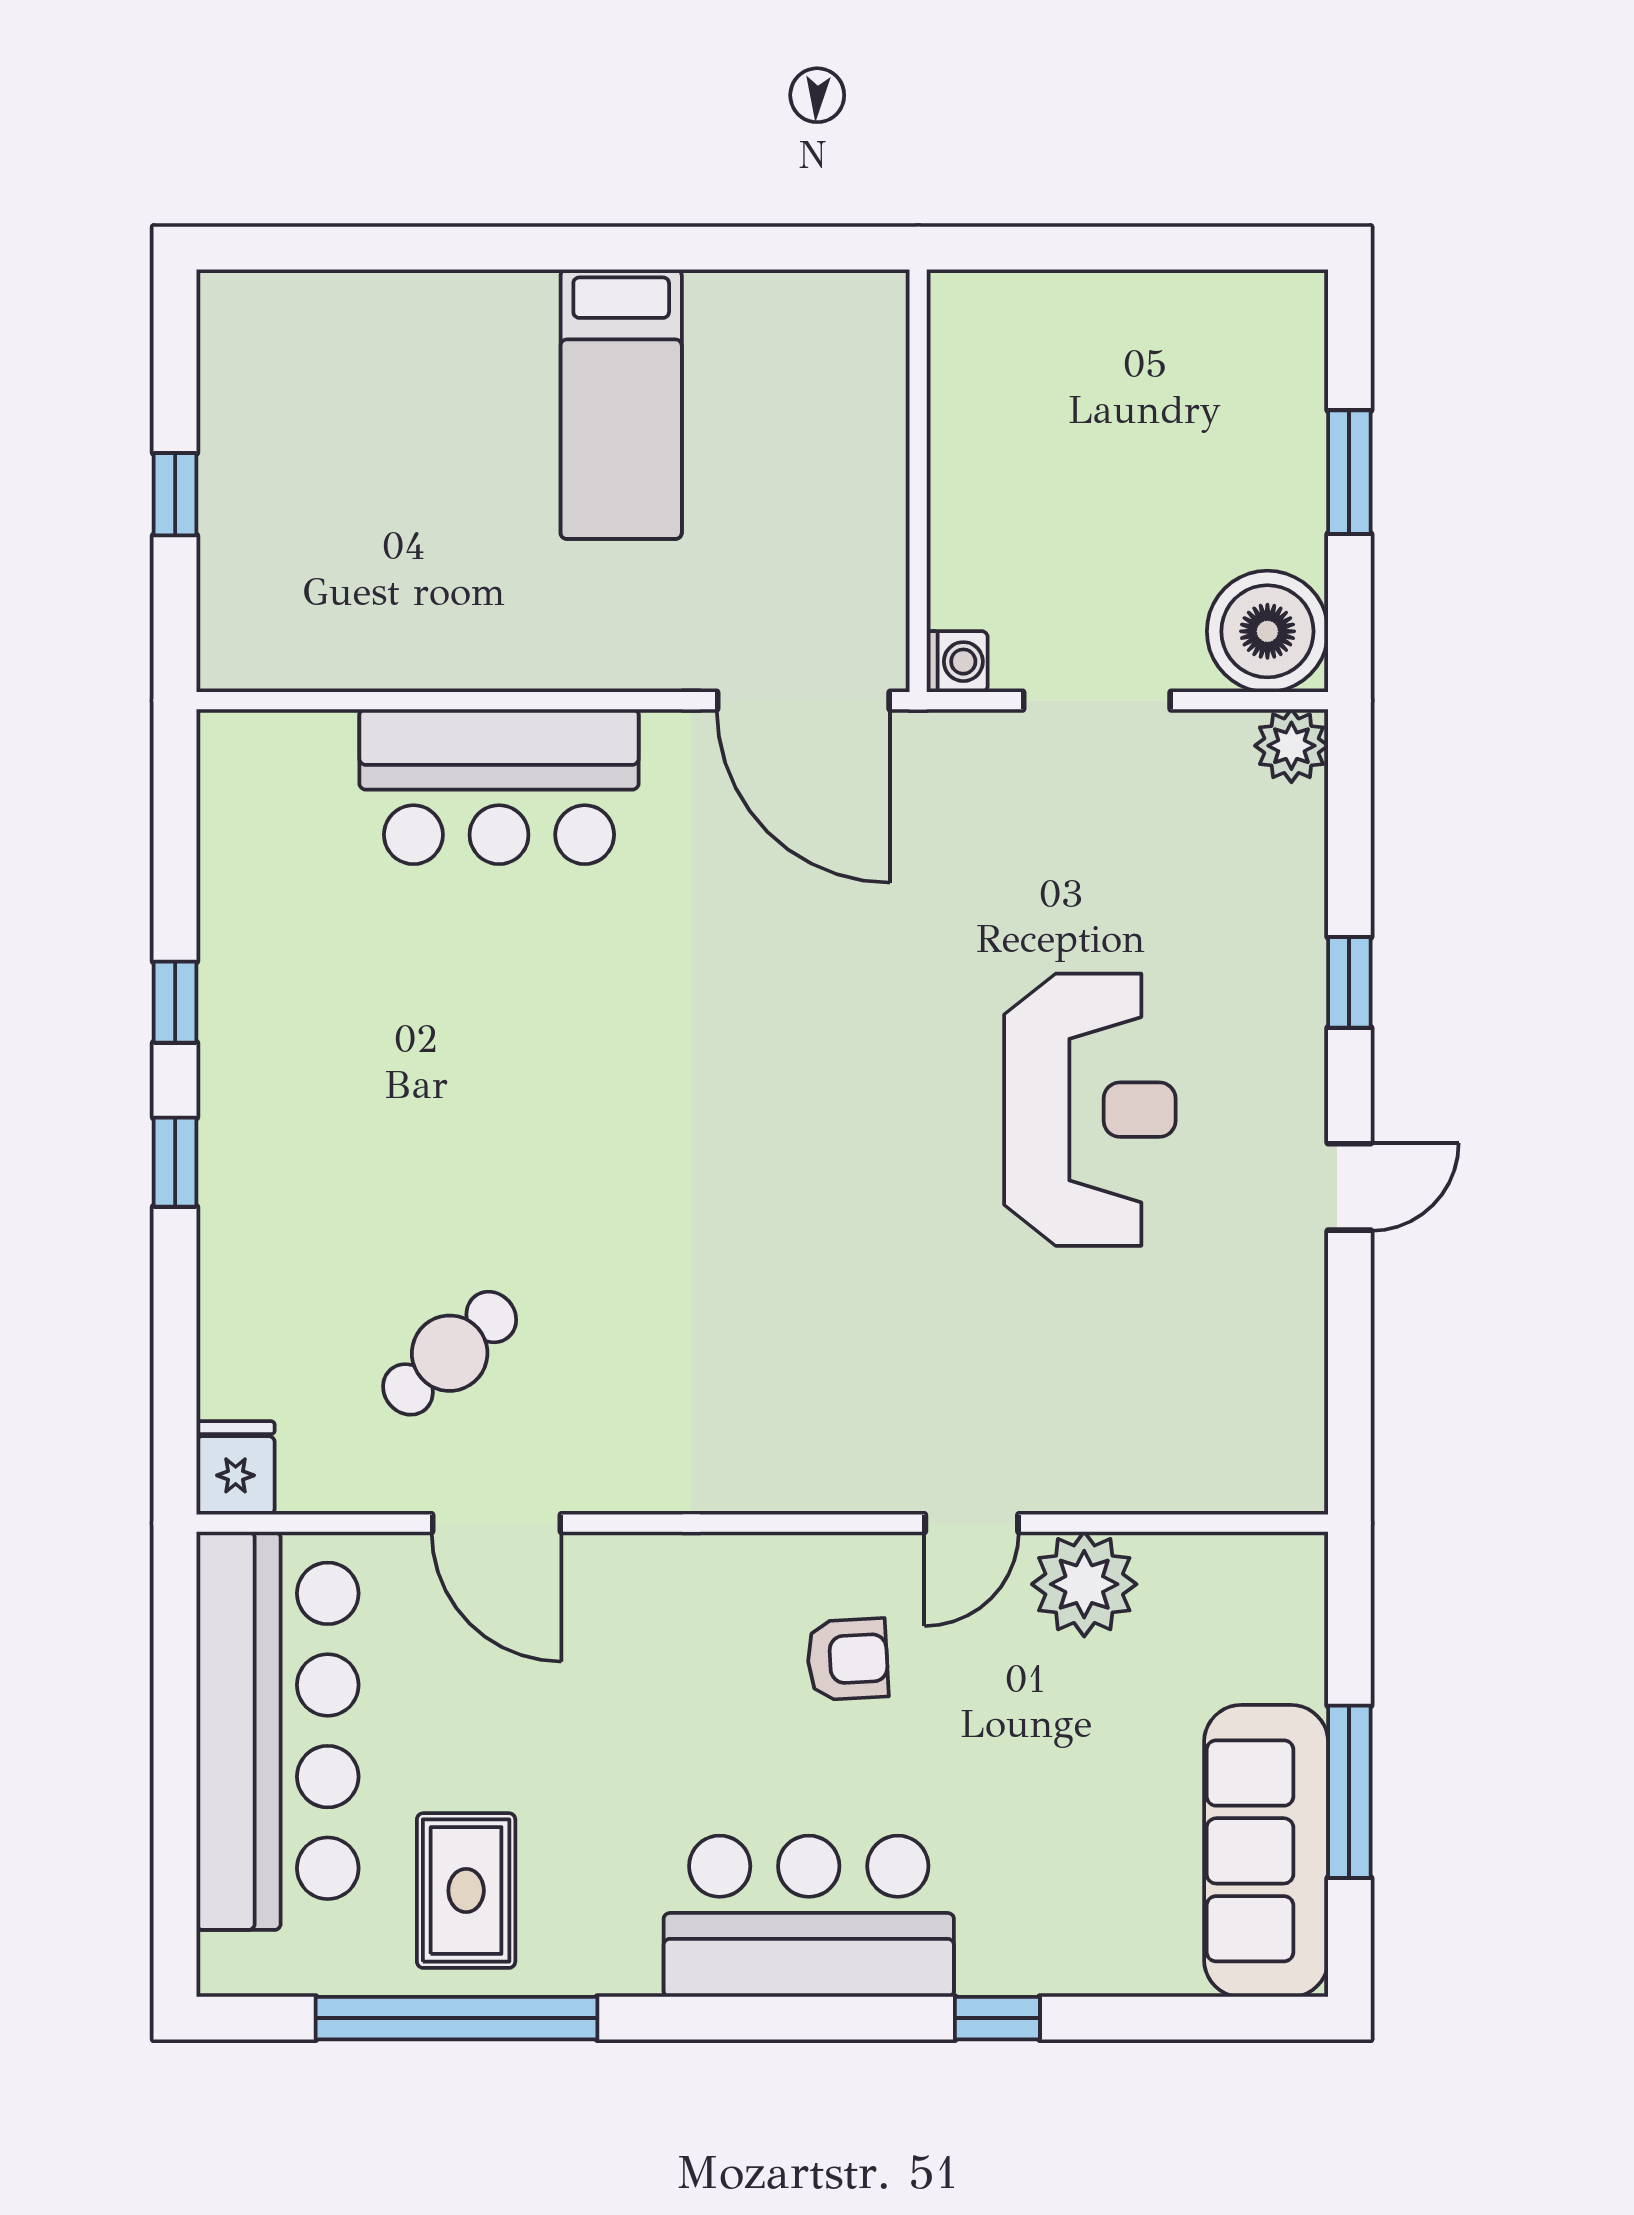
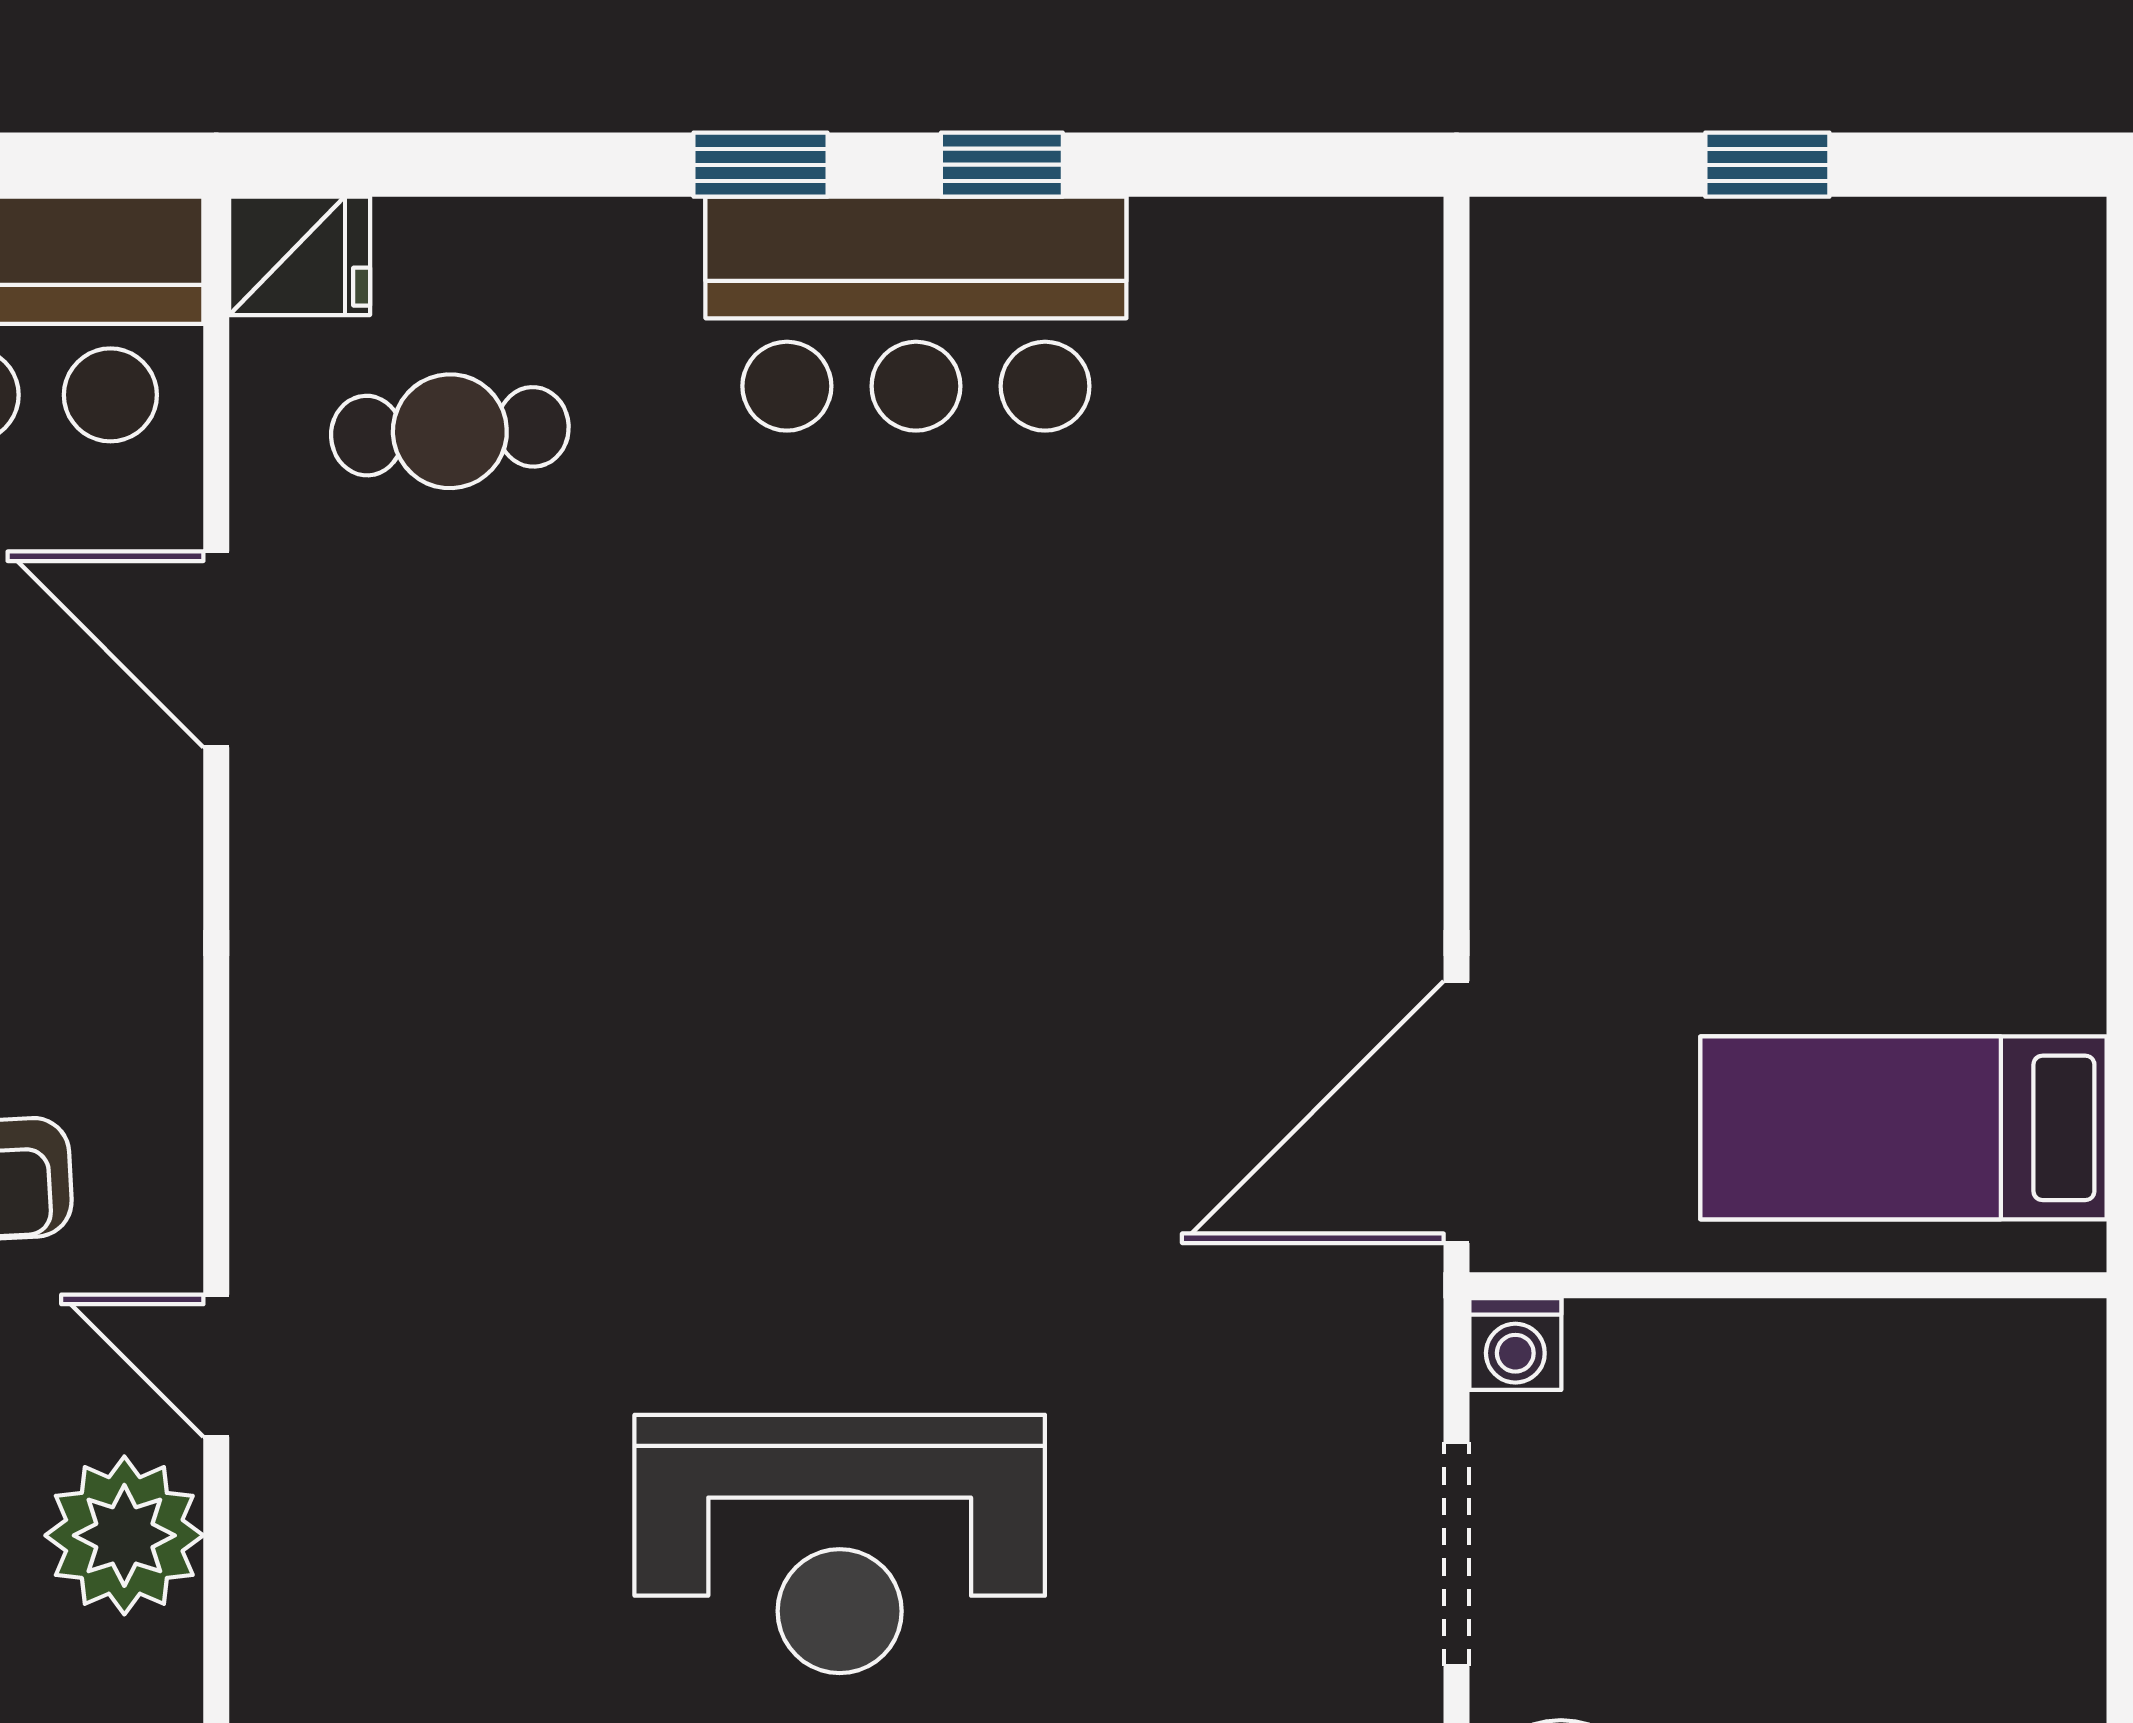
bed: (621, 404) -> (1903, 1128), moved
bar counter: (499, 787) -> (916, 314), moved, turned -90
cafe table: (450, 1353) -> (450, 431), moved, turned -52
door: (497, 1523) -> (216, 649), hinge flipped

